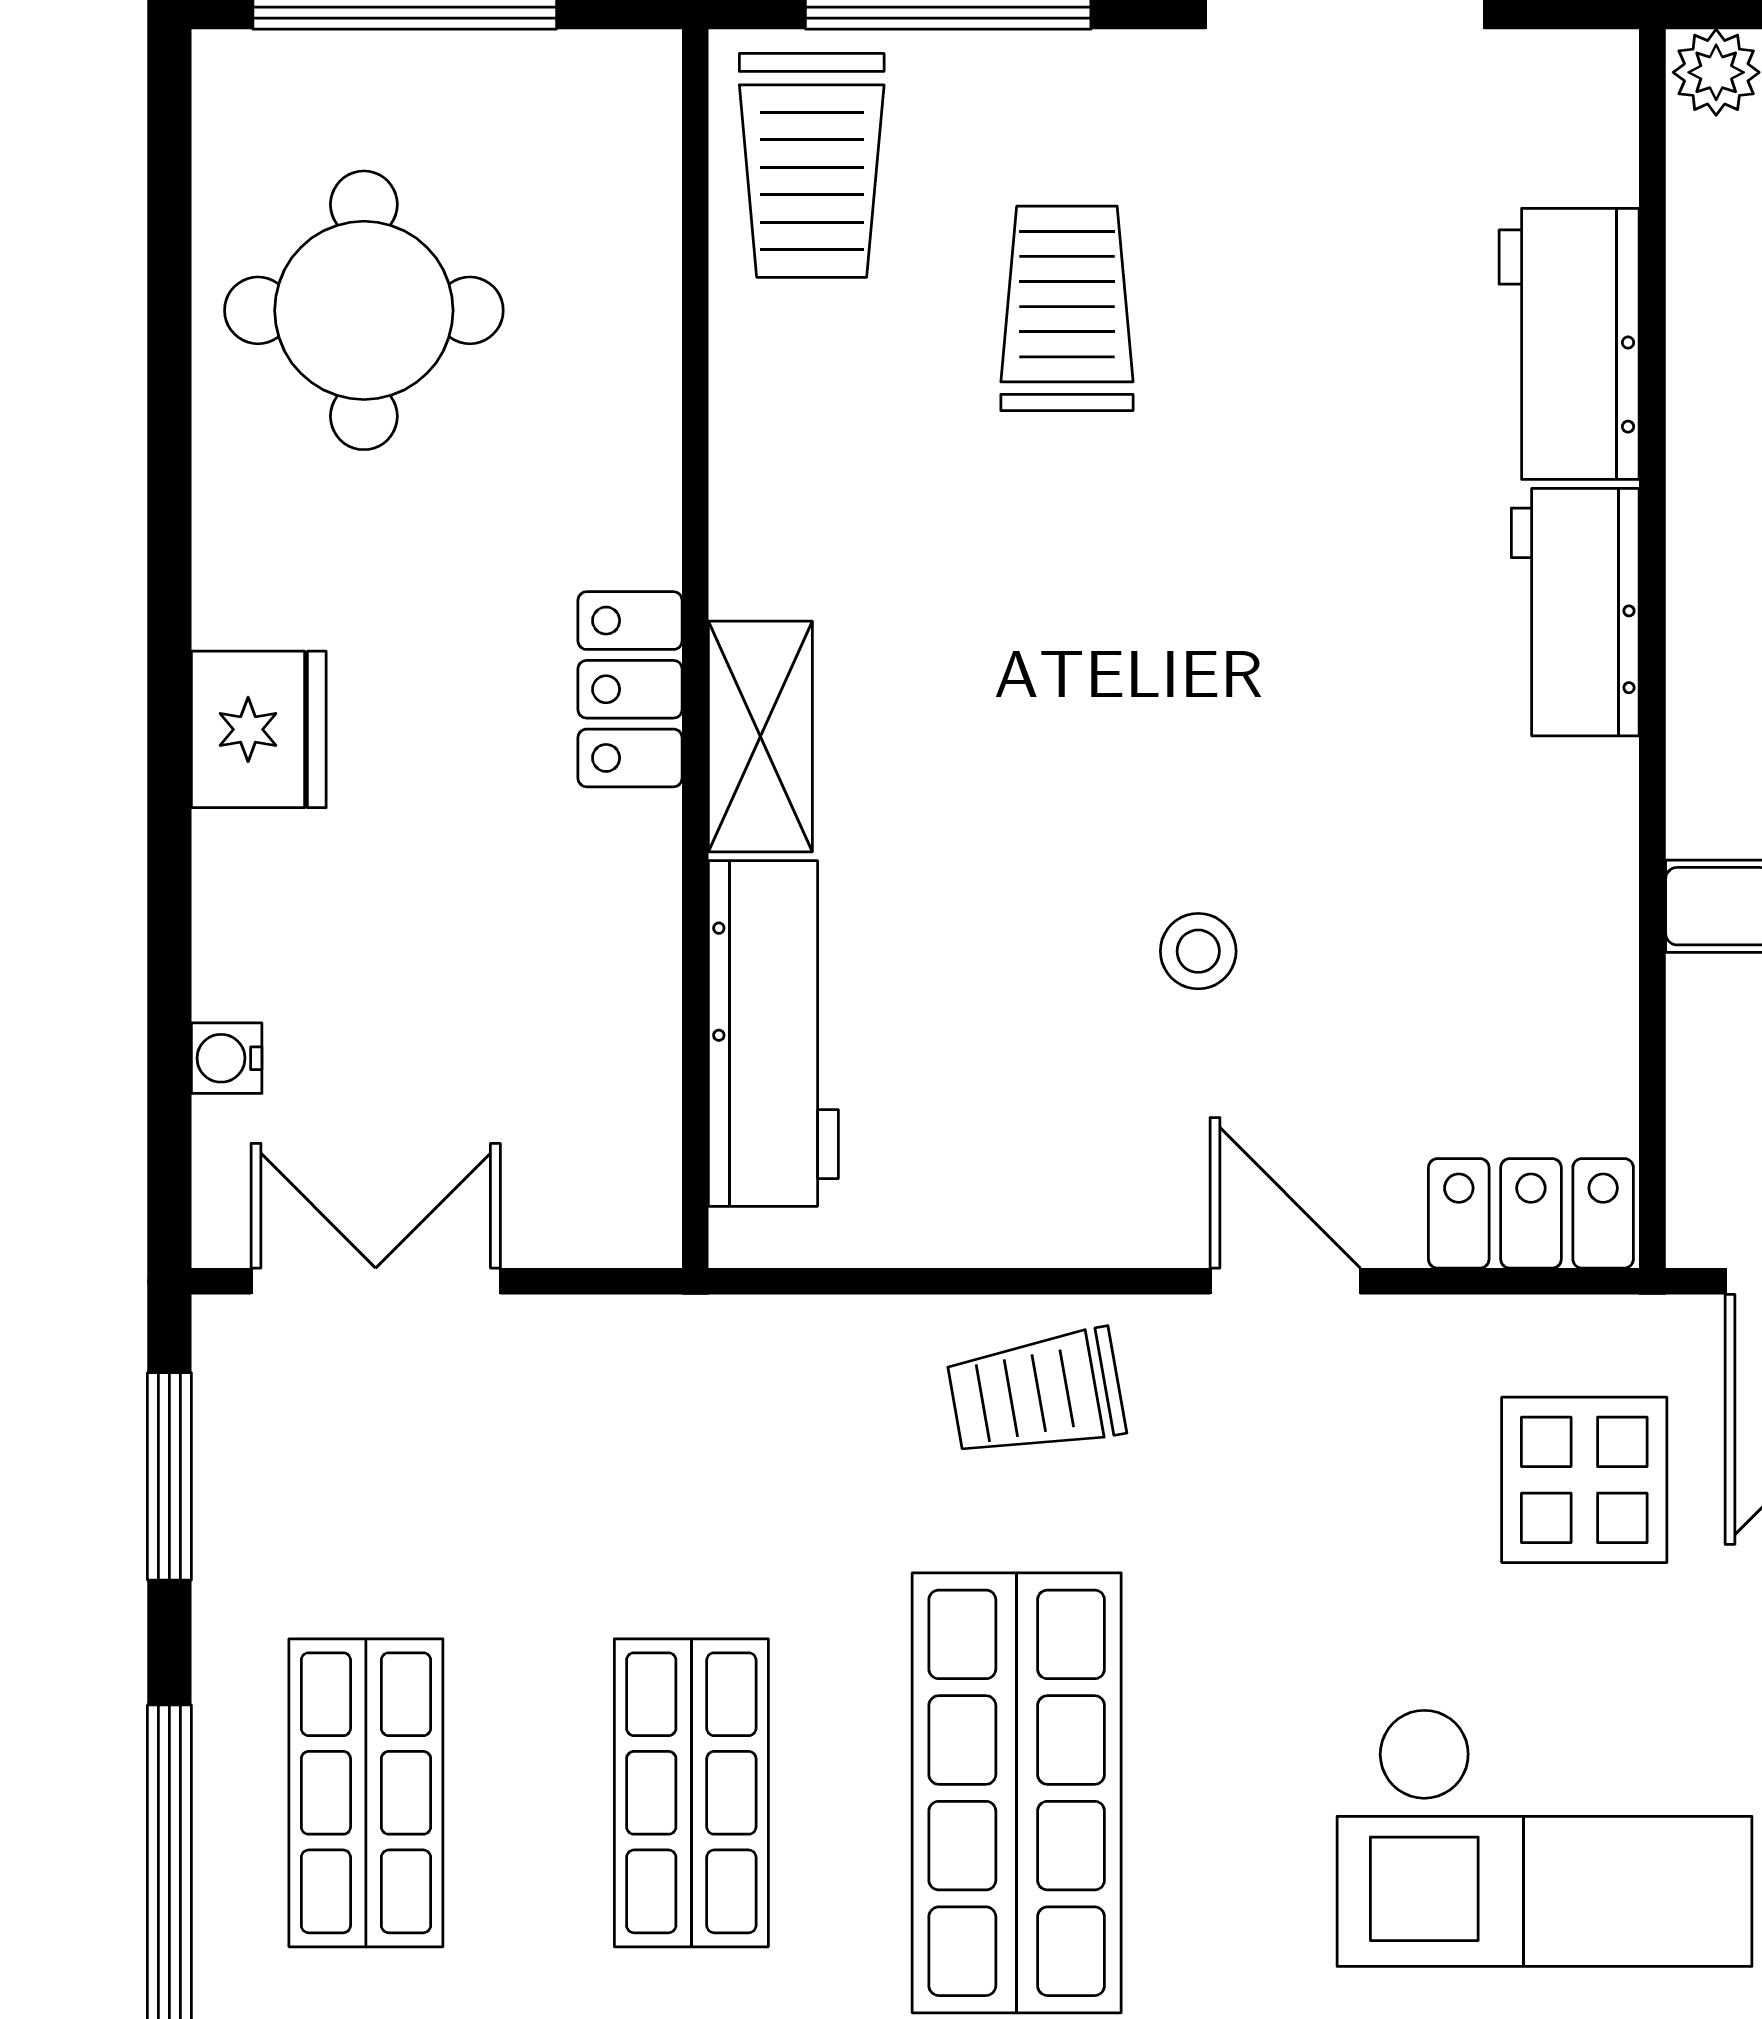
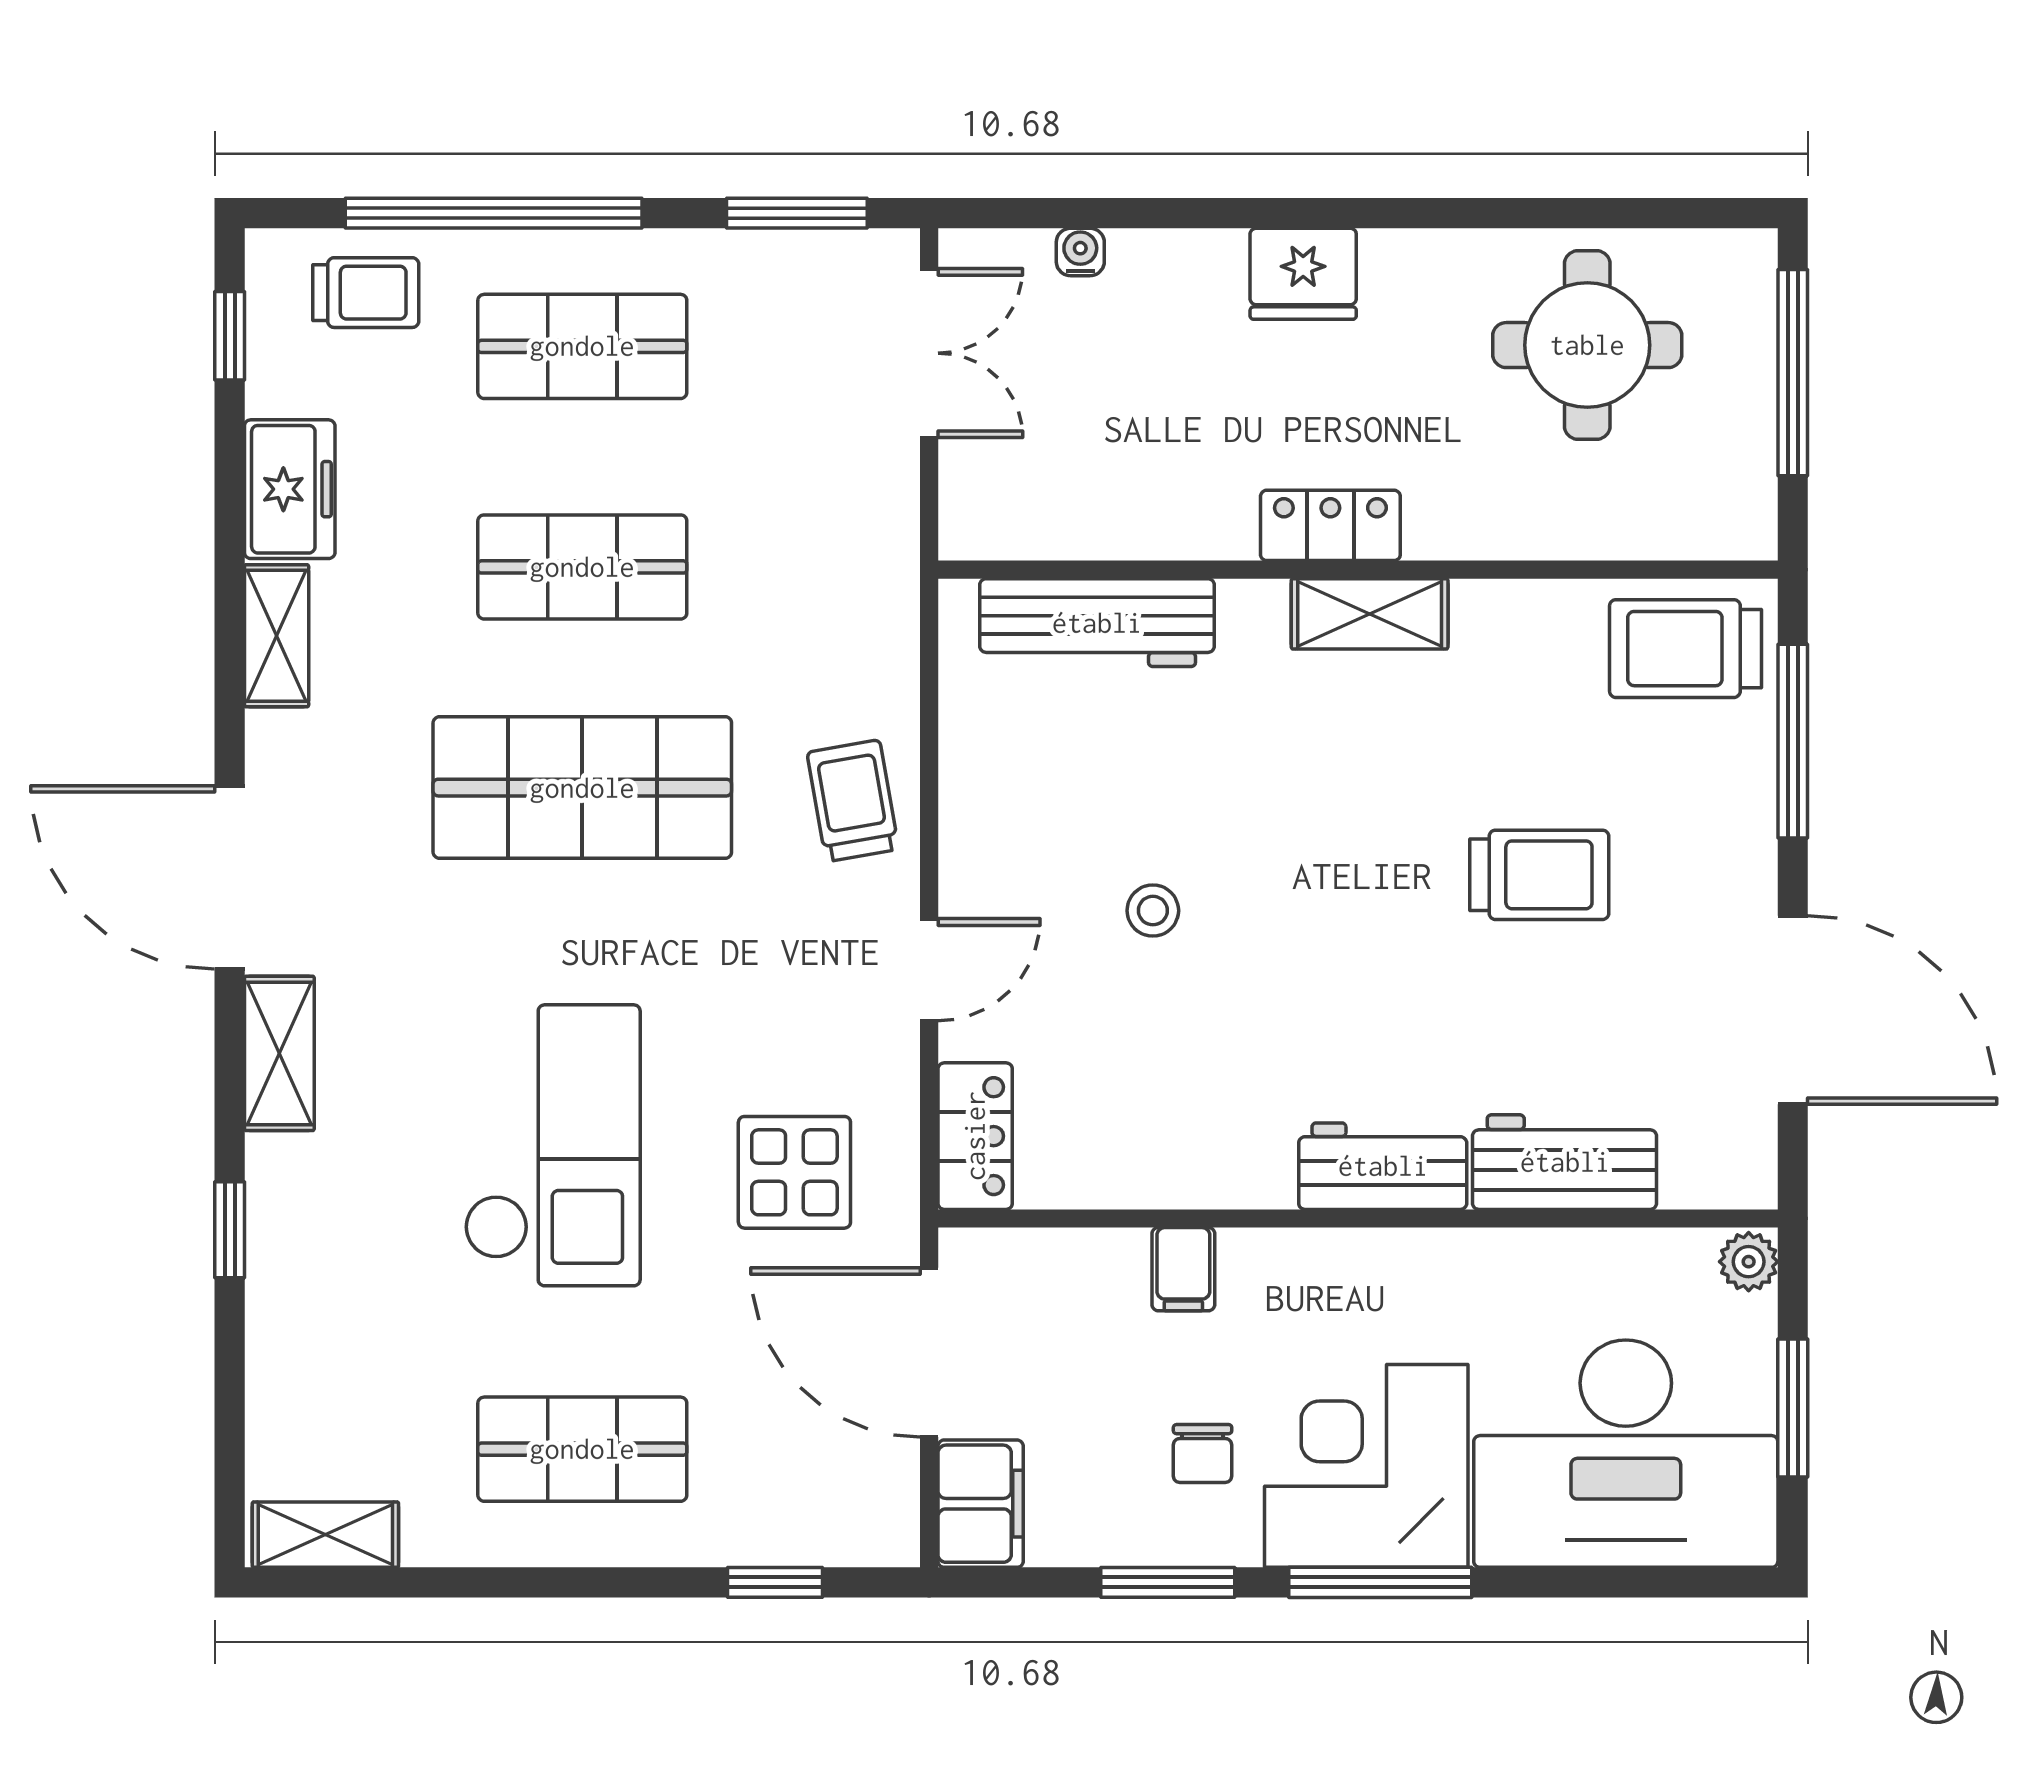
trolley: (1067, 308) -> (1539, 875), moved
shelving: (760, 736) -> (1370, 614), moved
checkout: (1545, 1837) -> (552, 1145), turned 180

